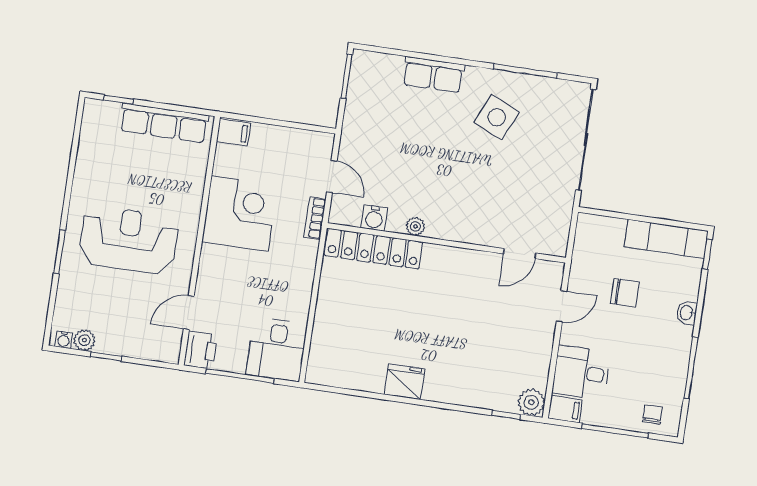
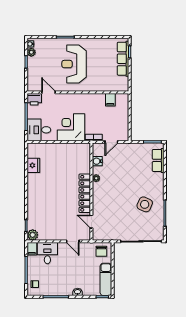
row of seats: (433, 75) -> (158, 160), moved
row of seats: (164, 123) -> (123, 59), moved
filing cabinet: (233, 132) -> (110, 100), moved
corner desk: (240, 214) -> (71, 127), moved, turned 180
reception desk: (128, 240) -> (74, 64), turned 180
locker: (373, 249) -> (85, 193), moved
chair: (625, 293) -> (101, 251), moved
fridge: (404, 382) -> (33, 165), moved

